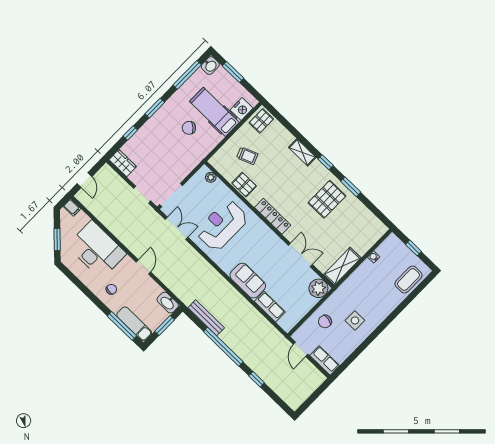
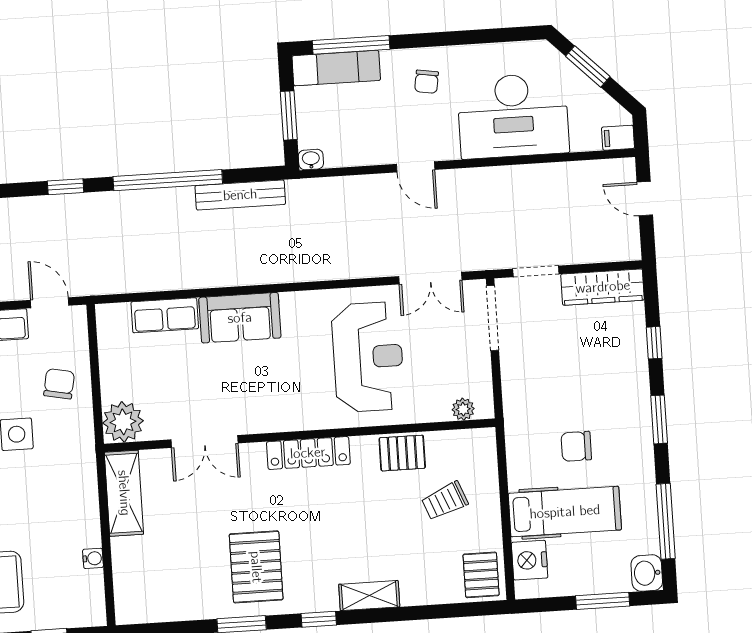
chair: (189, 128) -> (576, 446), turned -132
wardrobe: (123, 163) -> (603, 287), width x1.50
washbasin: (168, 303) -> (311, 160), width x0.52, depth x0.69

